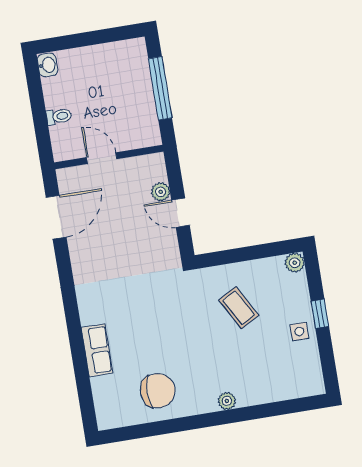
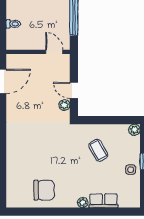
door: (102, 158) -> (54, 52), moved
plant: (161, 192) -> (64, 105), moved
row of seats: (97, 350) -> (103, 201), moved, turned -90

